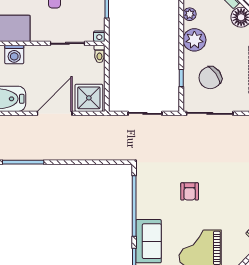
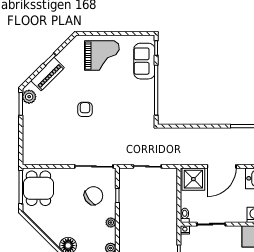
plant: (194, 40) -> (111, 223), width x0.53, depth x0.53
armchair: (190, 191) -> (85, 109), moved

